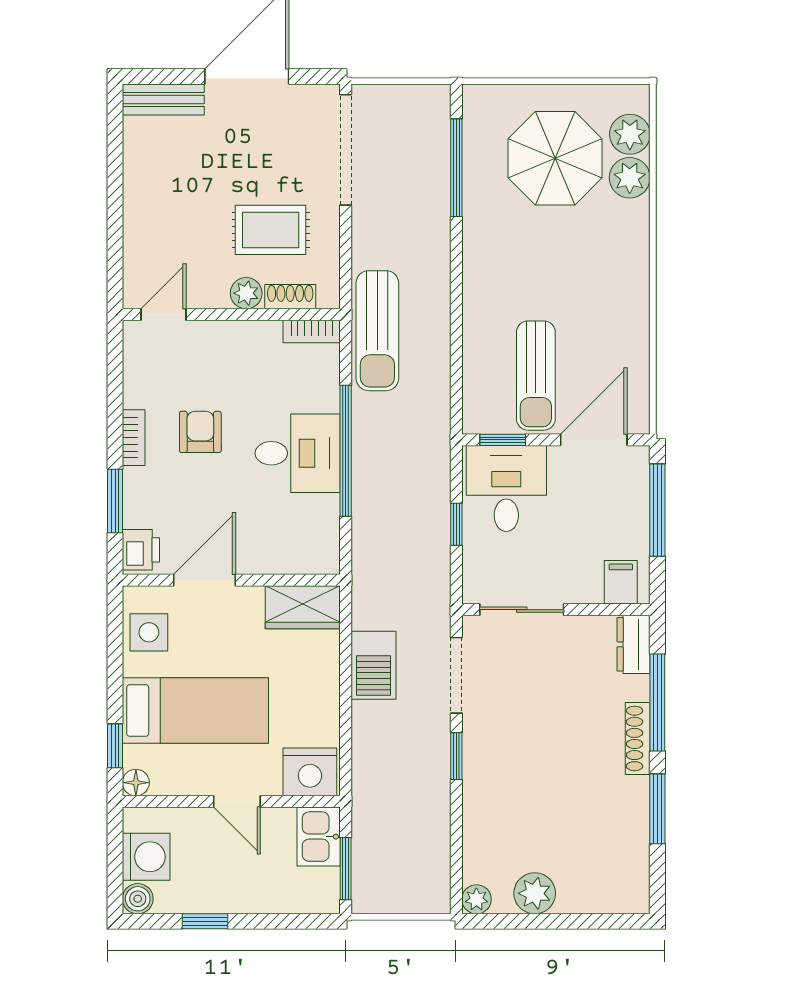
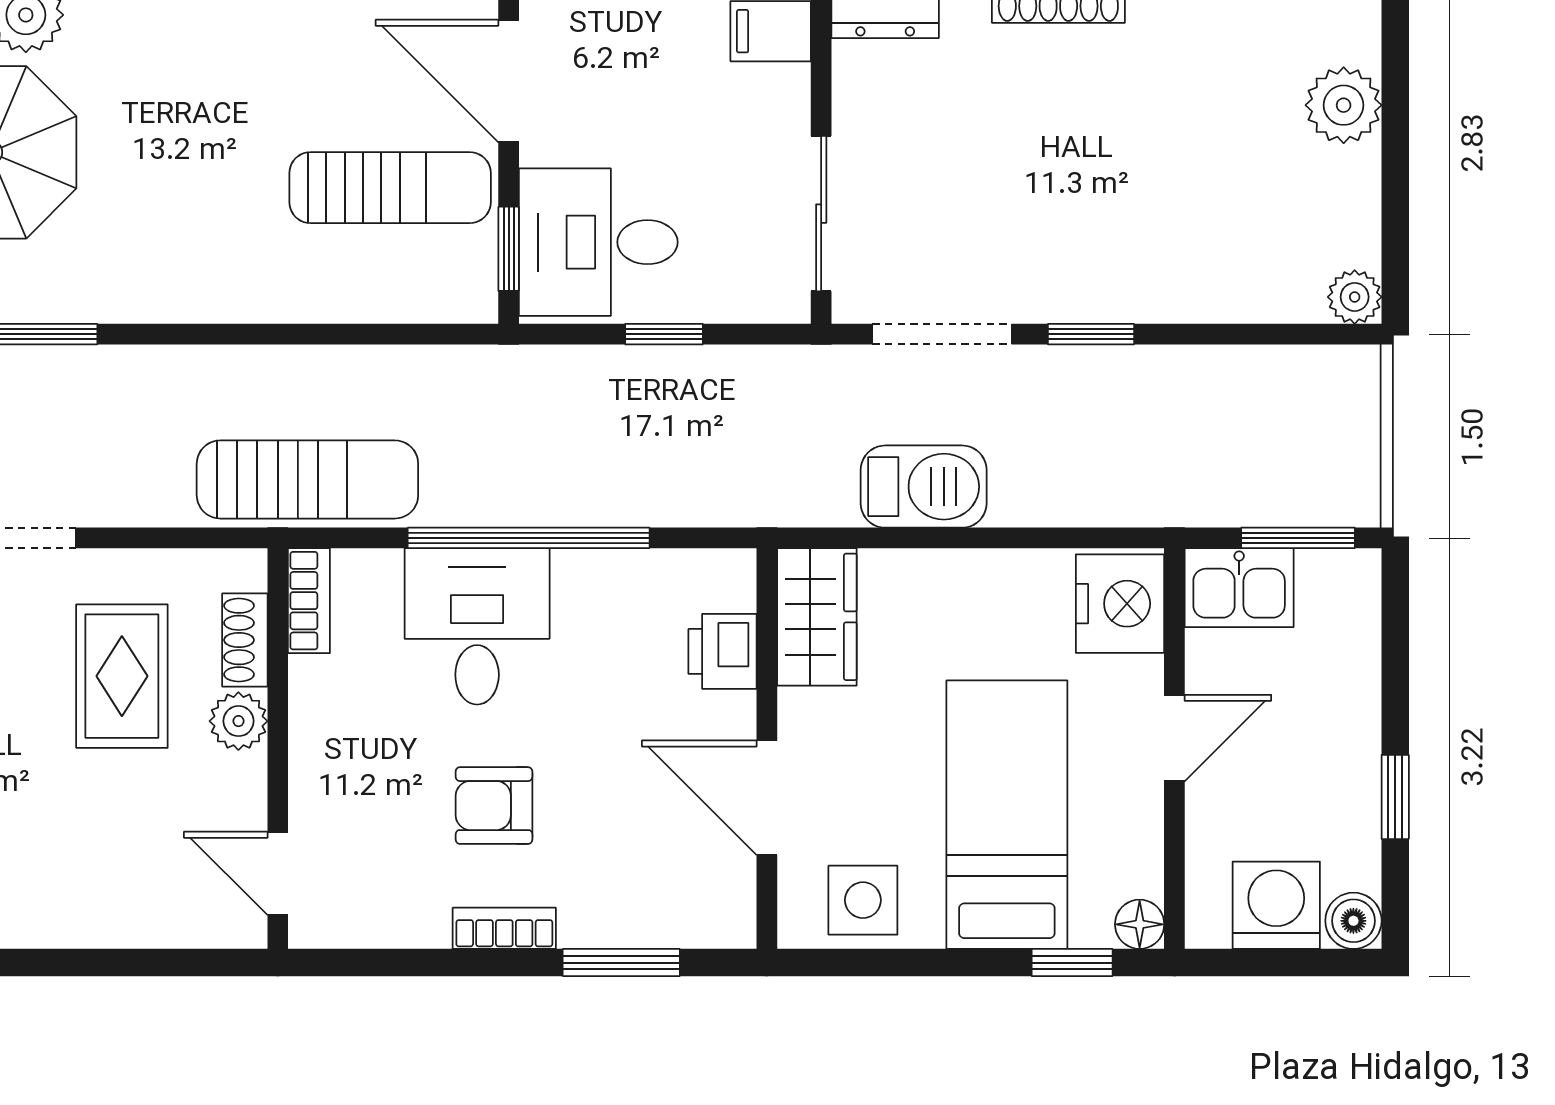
desk: (298, 453) -> (477, 626), moved
printer: (141, 550) -> (723, 651), moved, turned -90
plant: (535, 893) -> (1344, 105), moved

